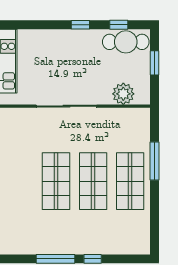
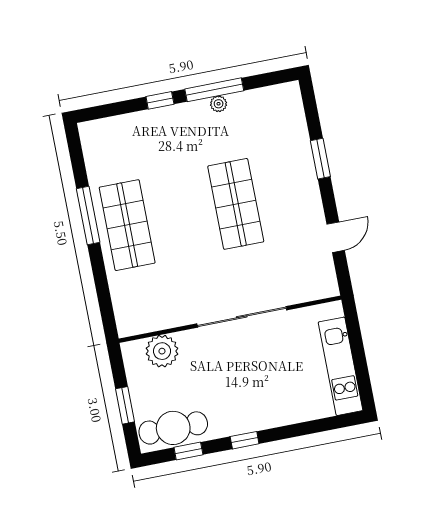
window: (155, 161) -> (88, 216), moved
shop shelf: (93, 181) -> (181, 215), removed
plant: (55, 249) -> (219, 104), added

